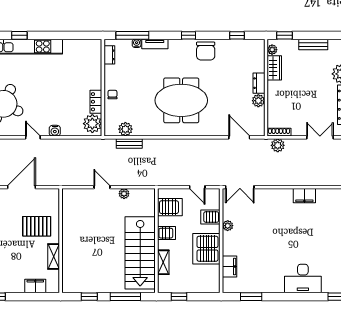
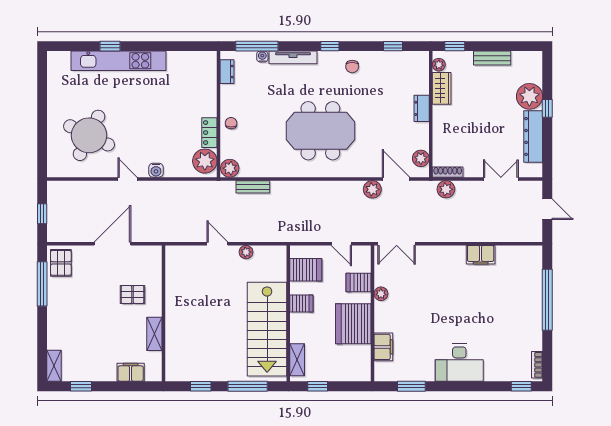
tv unit: (155, 44) -> (293, 57), width x1.41
chair: (206, 51) -> (352, 67), width x0.54, depth x0.54
plant: (258, 101) -> (421, 158), moved
plant: (125, 129) -> (230, 168), moved
plant: (221, 145) -> (372, 189), added
pallet: (37, 226) -> (132, 294), width x0.67, depth x0.71
shelving: (163, 262) -> (297, 360), moved
desk: (303, 279) -> (459, 363), moved

